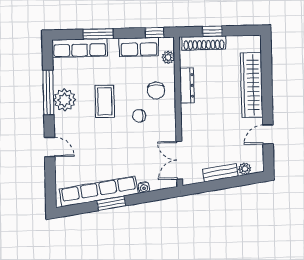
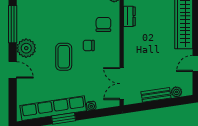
dresser: (187, 86) -> (129, 16), width x0.70
chair: (156, 90) -> (103, 24), turned 180
plant: (65, 100) -> (26, 48), moved
coffee table: (105, 101) -> (64, 57), moved

